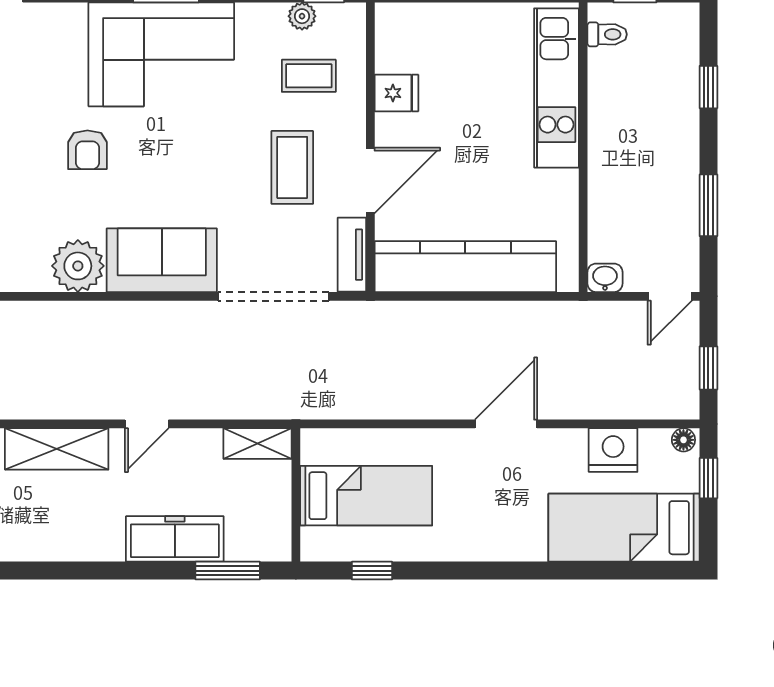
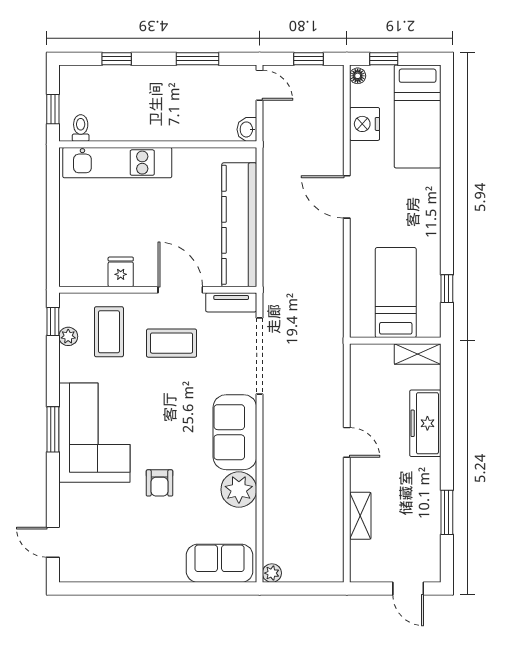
coffee table: (309, 76) -> (109, 332), width x1.36, depth x1.30
armchair: (87, 150) -> (159, 483), turned 90
shelving: (257, 444) -> (418, 354), moved, turned 90
shelving: (57, 449) -> (360, 516), width x0.67, depth x0.75
window: (228, 571) -> (447, 512), moved

